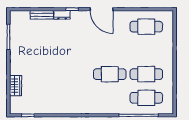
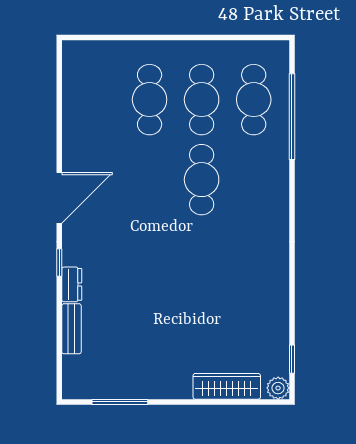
cafe table: (146, 27) -> (150, 100), moved
wardrobe: (16, 86) -> (227, 386), width x1.50
plant: (15, 109) -> (278, 388), added

